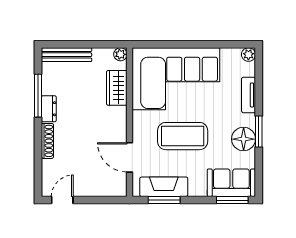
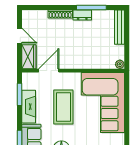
wardrobe: (117, 88) -> (29, 57), moved, turned 90
fireplace: (164, 187) -> (29, 107), moved
door: (62, 200) -> (19, 36), moved

